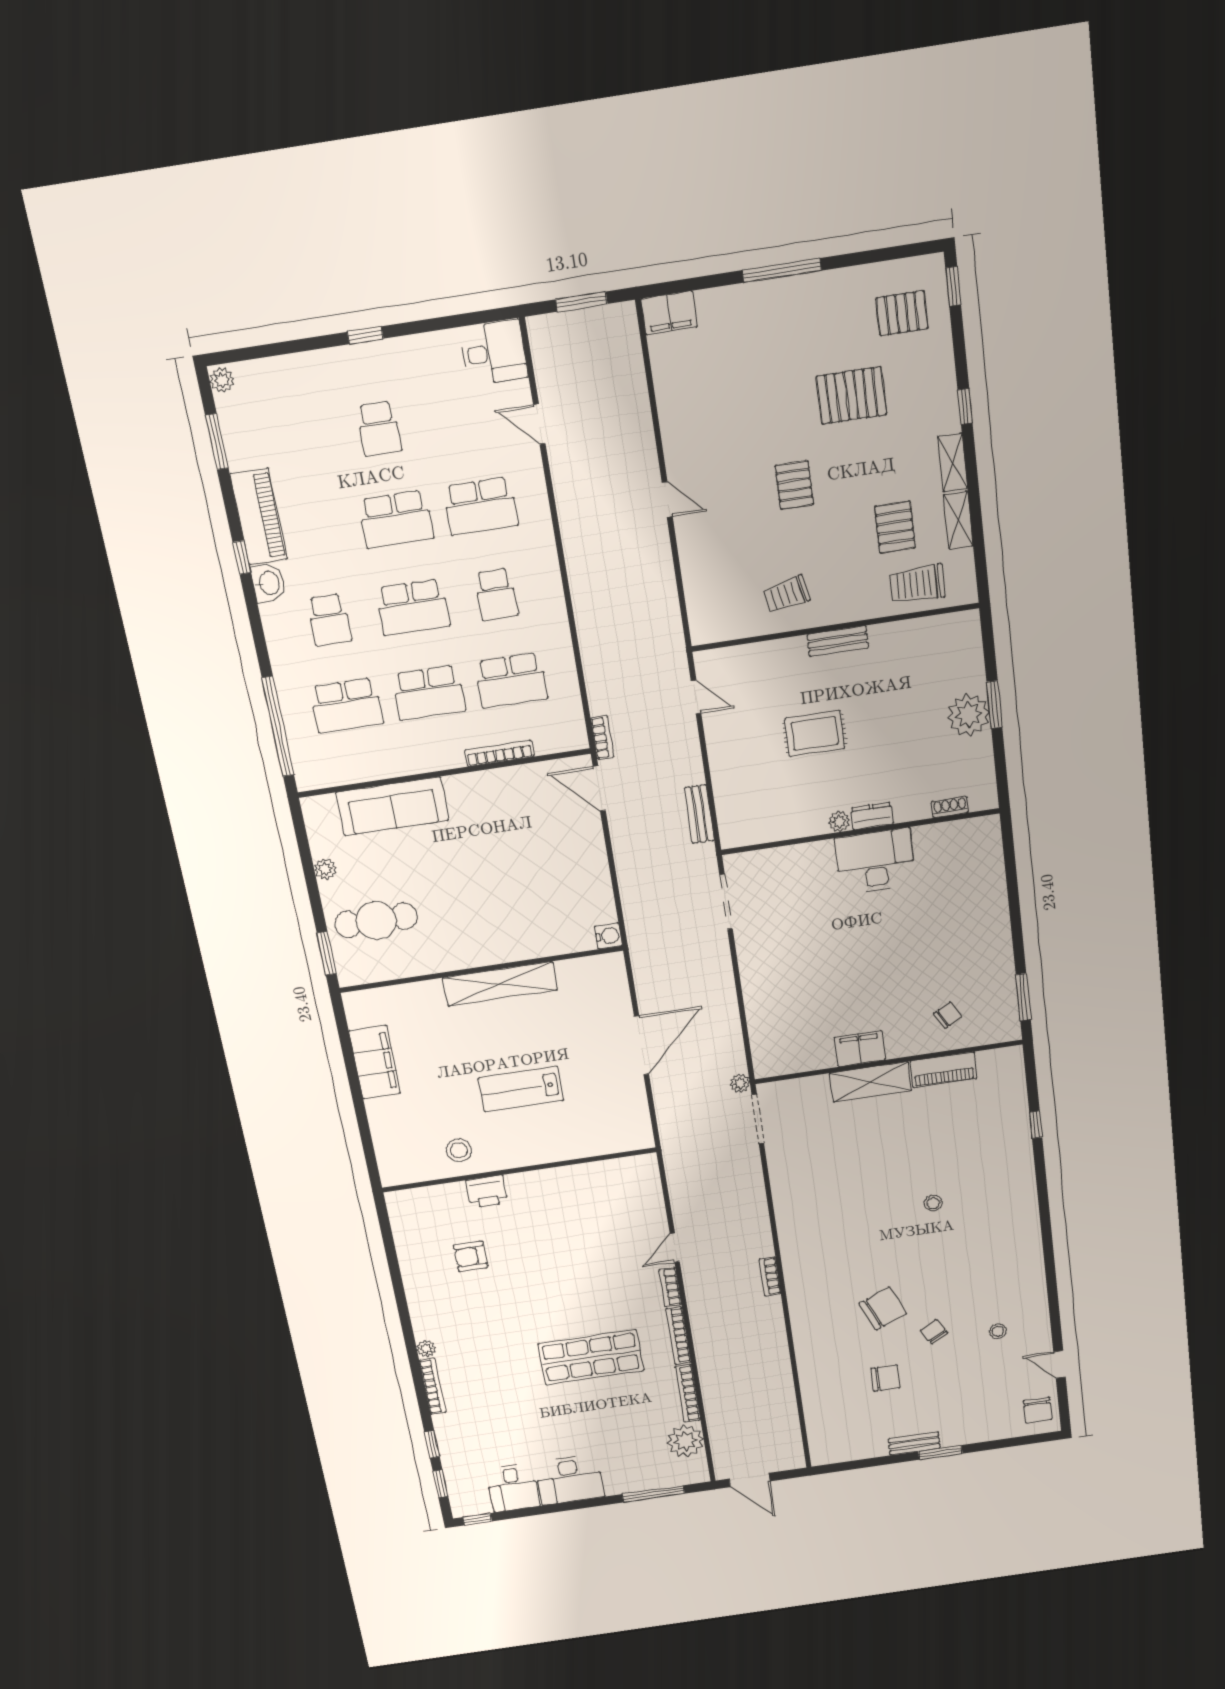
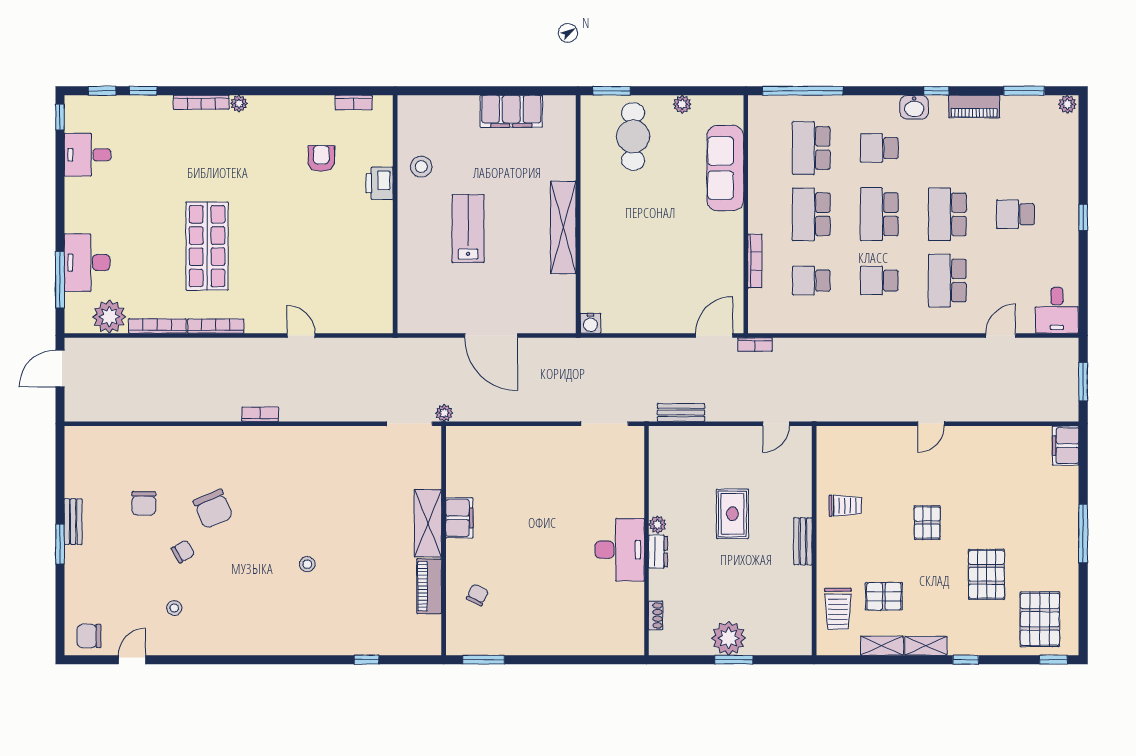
pallet: (902, 313) -> (1040, 619), width x1.50, depth x1.42
pallet: (794, 485) -> (927, 523), turned 90
piano: (259, 517) -> (974, 107), width x0.73, depth x0.75
trolley: (917, 584) -> (838, 609), turned 180
trolley: (786, 594) -> (845, 506), turned 102
school desk: (511, 680) -> (811, 281), width x0.54
chair: (948, 1015) -> (477, 595), turned -126
bookcase: (670, 1287) -> (354, 103), moved, turned 180
desk: (570, 1480) -> (87, 263), moved

